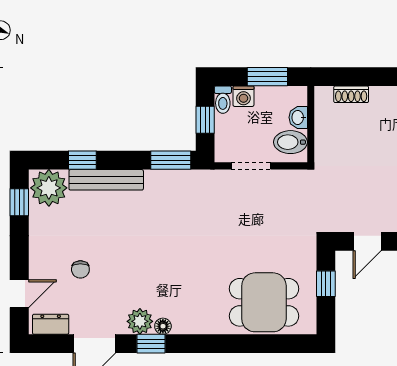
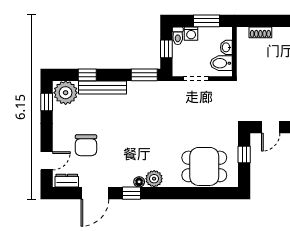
chair: (80, 269) -> (86, 145), width x1.87, depth x1.87
plant: (140, 321) -> (154, 179), moved

